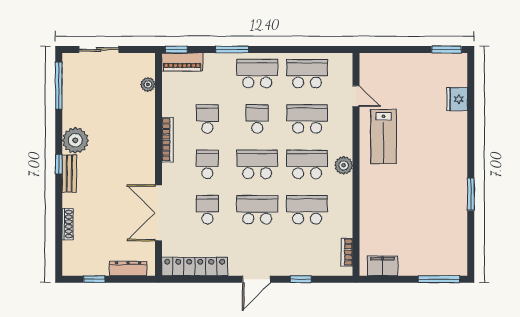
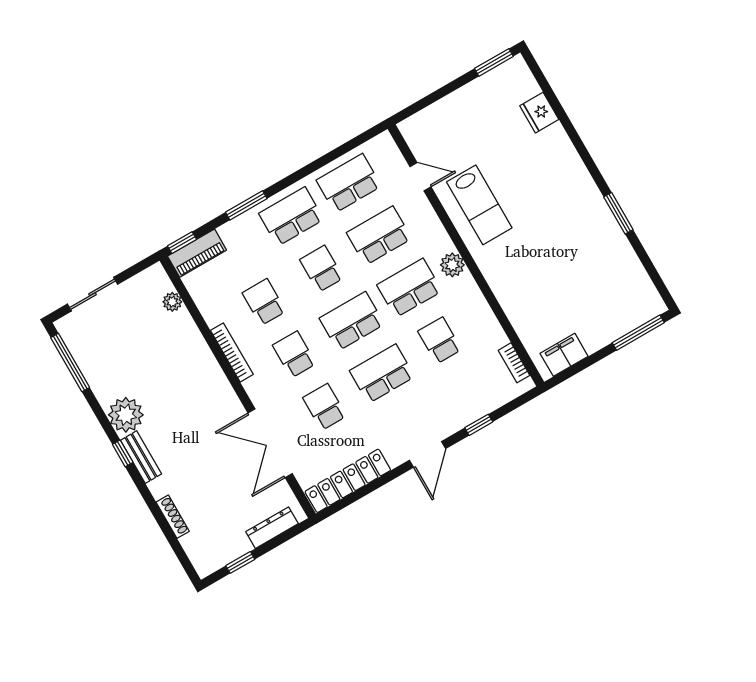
school desk: (307, 210) -> (440, 340), width x0.54

